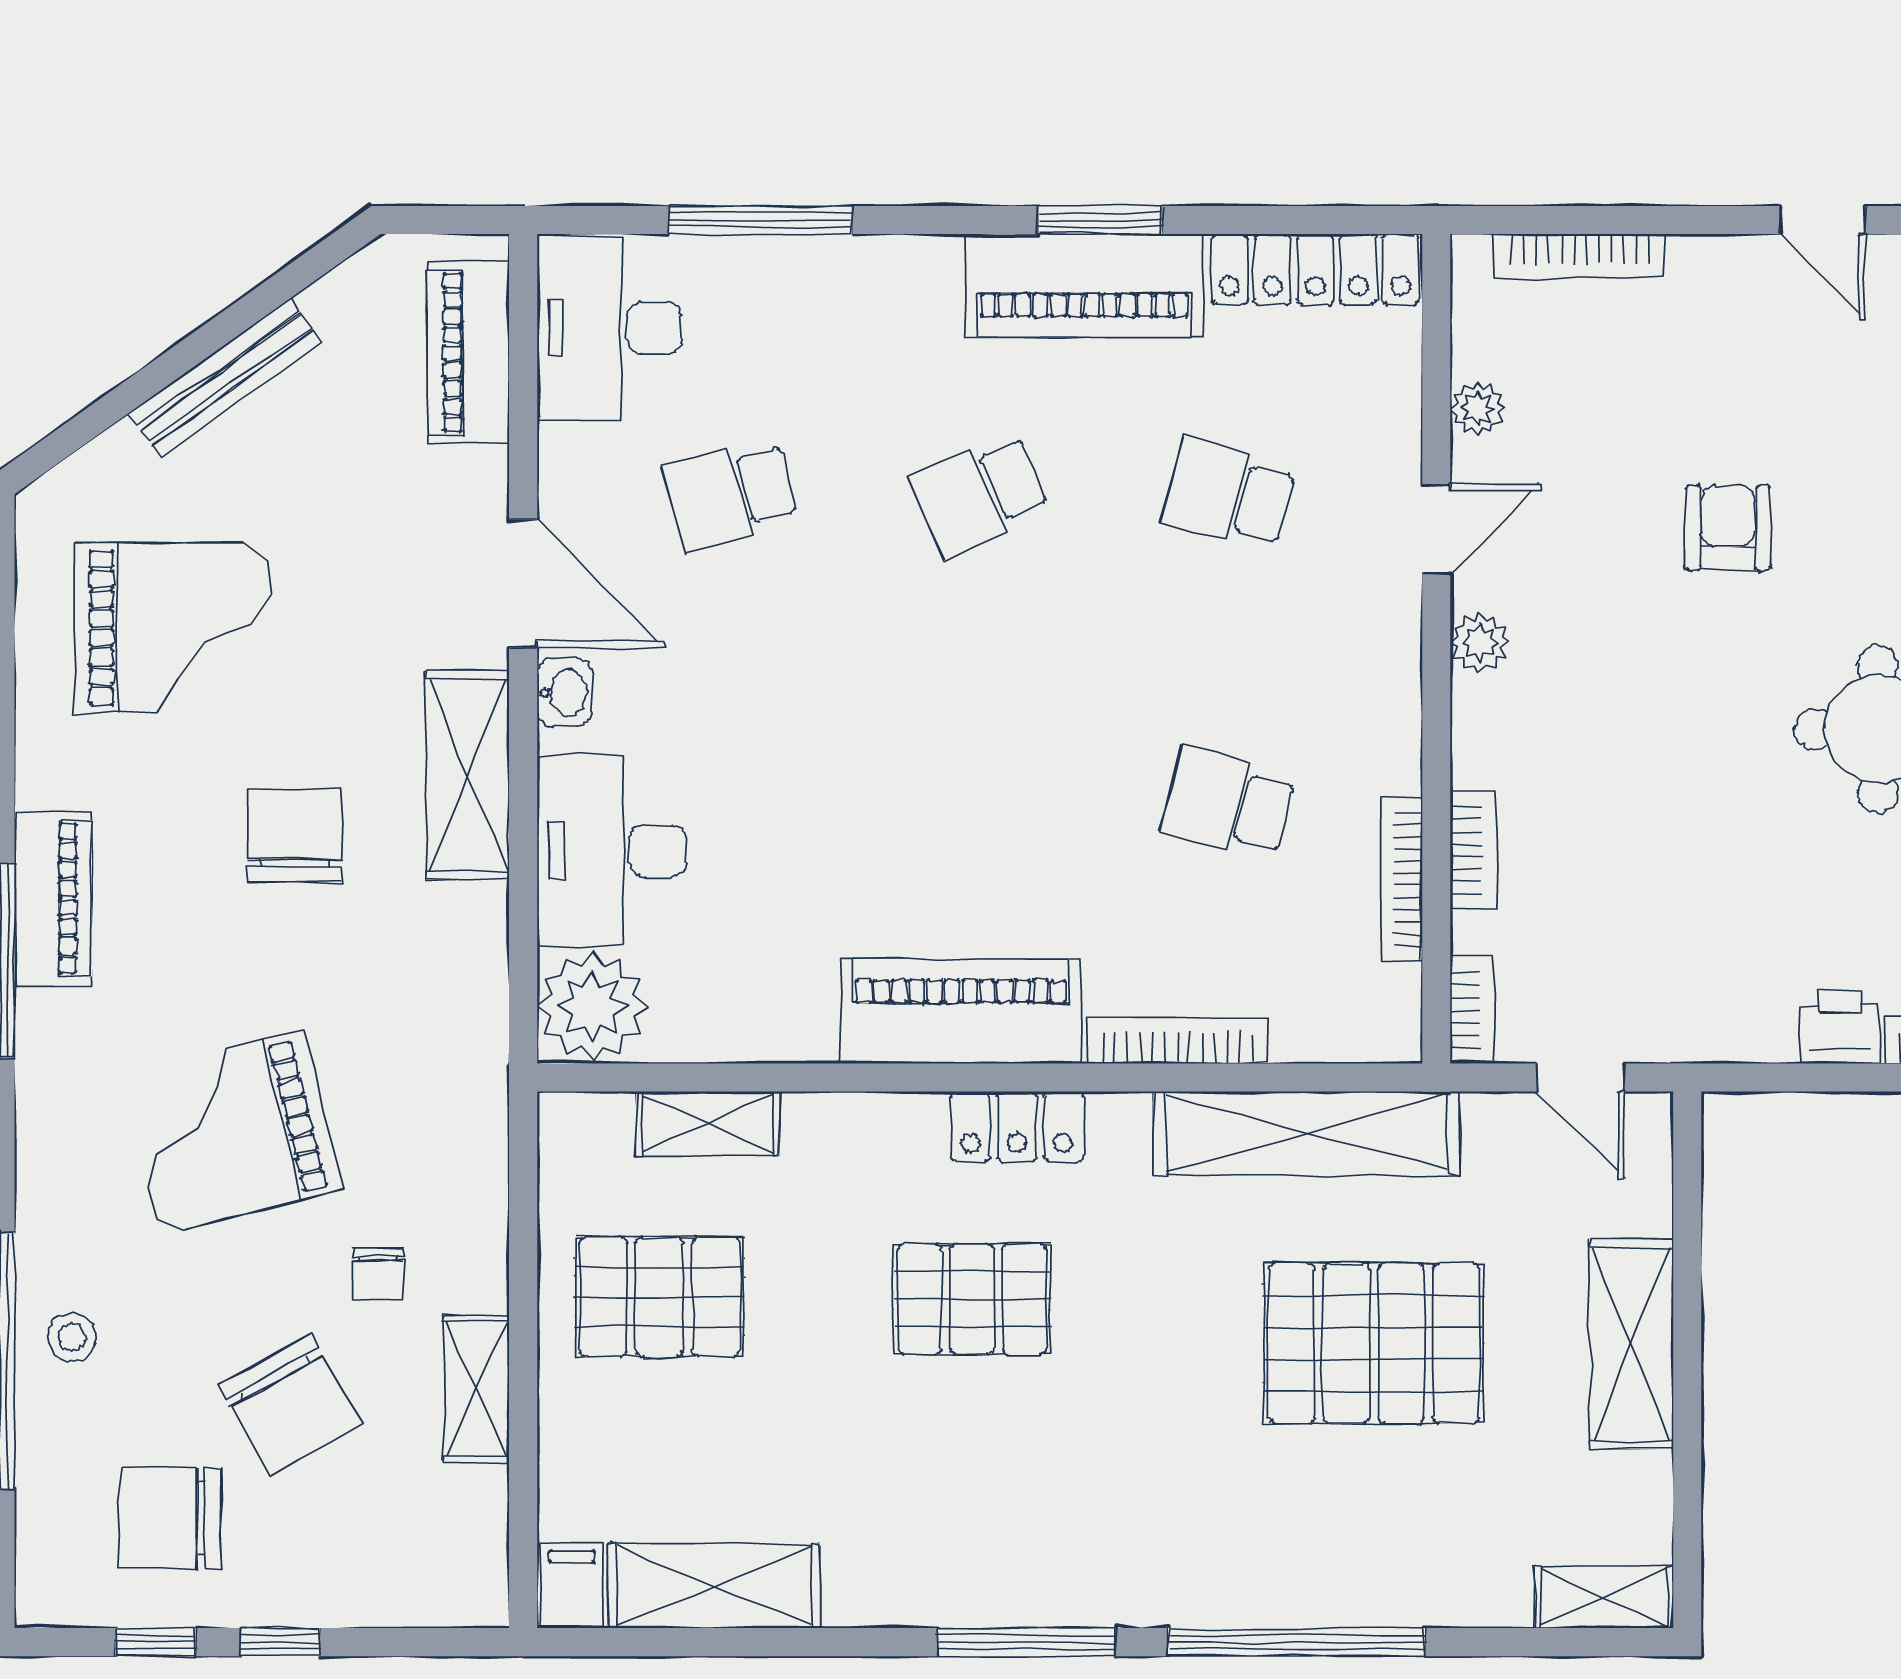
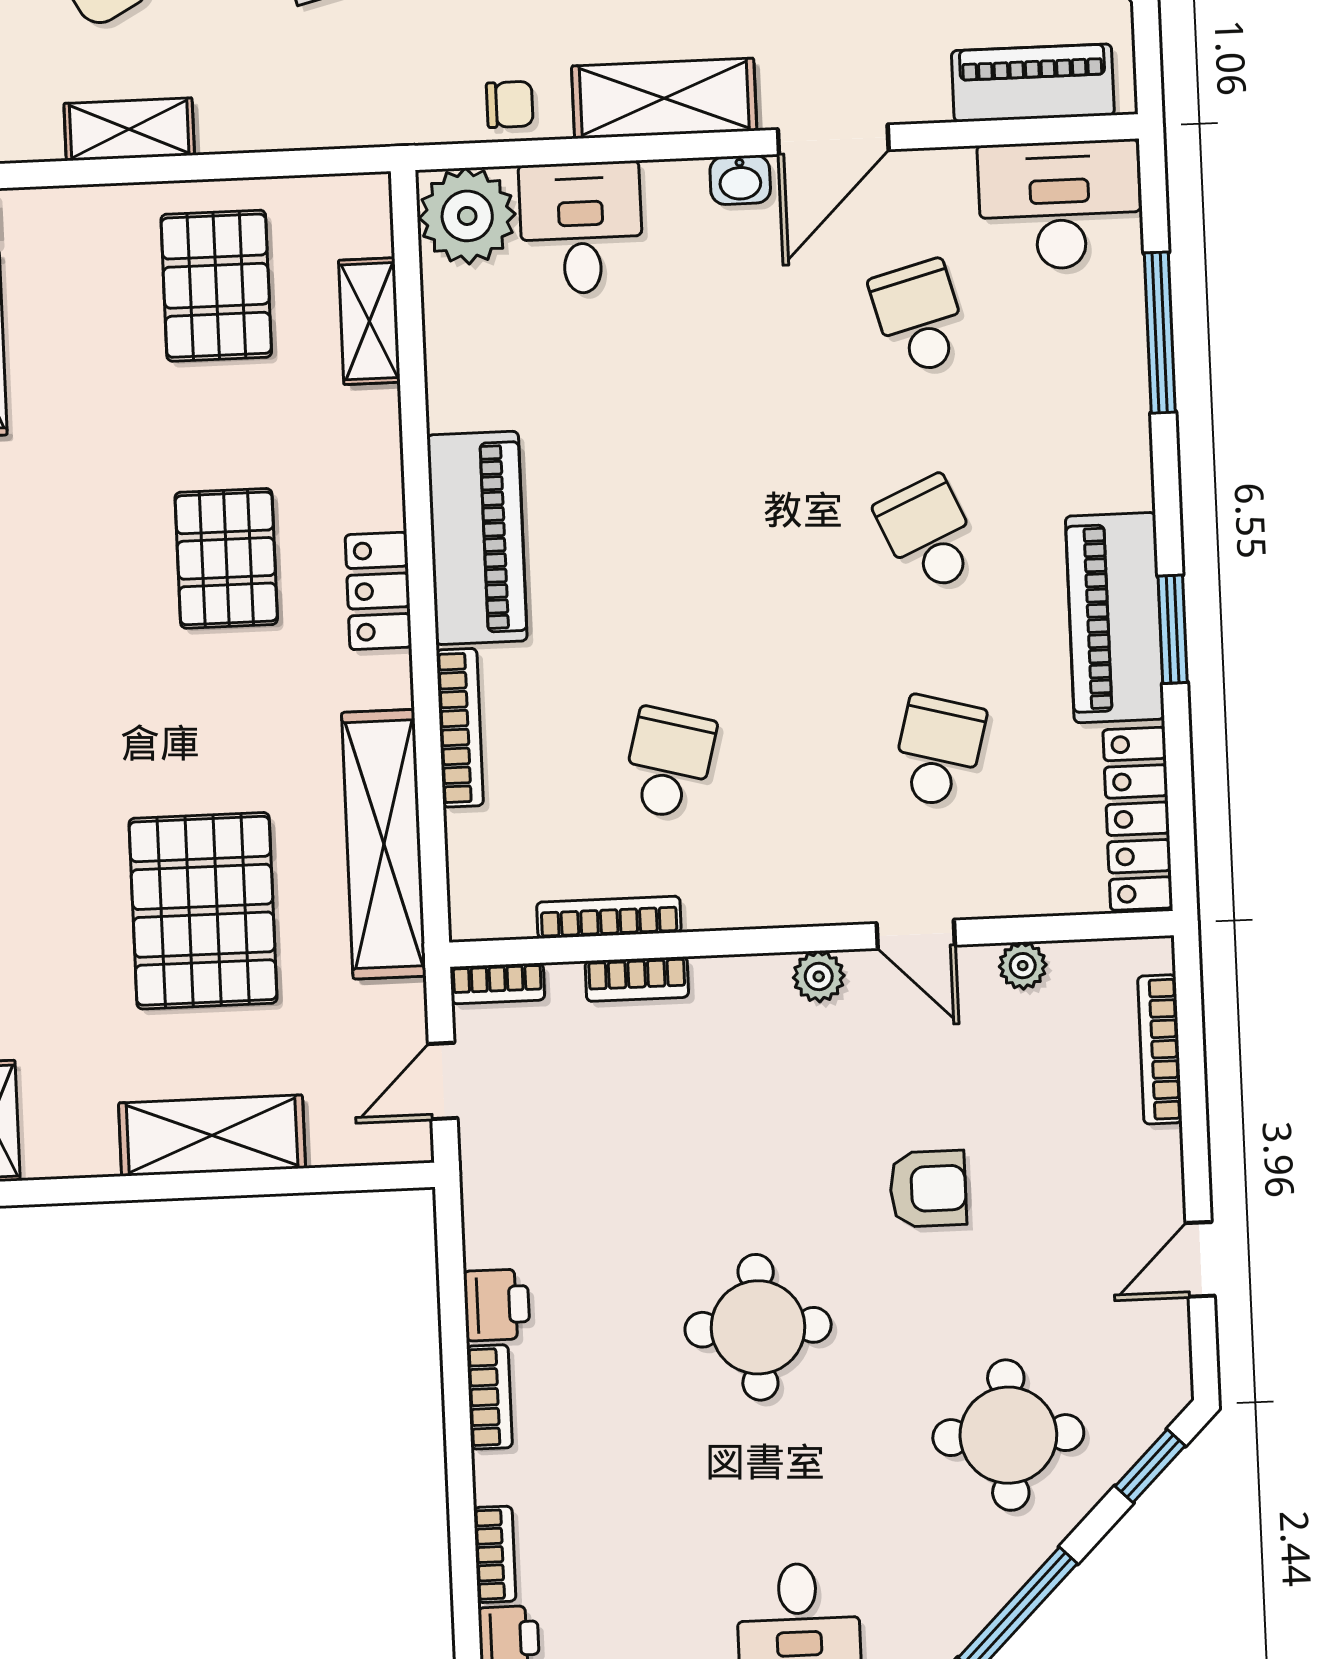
desk: (612, 851) -> (581, 228), width x0.73
chair: (378, 1274) -> (510, 104), moved, turned 180

